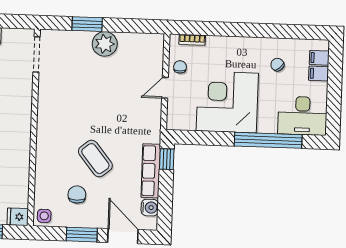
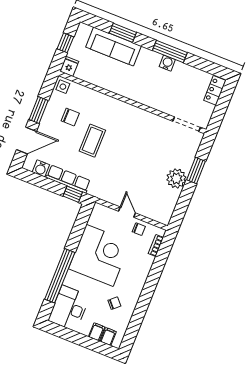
coffee table: (95, 159) -> (92, 141), turned -51

